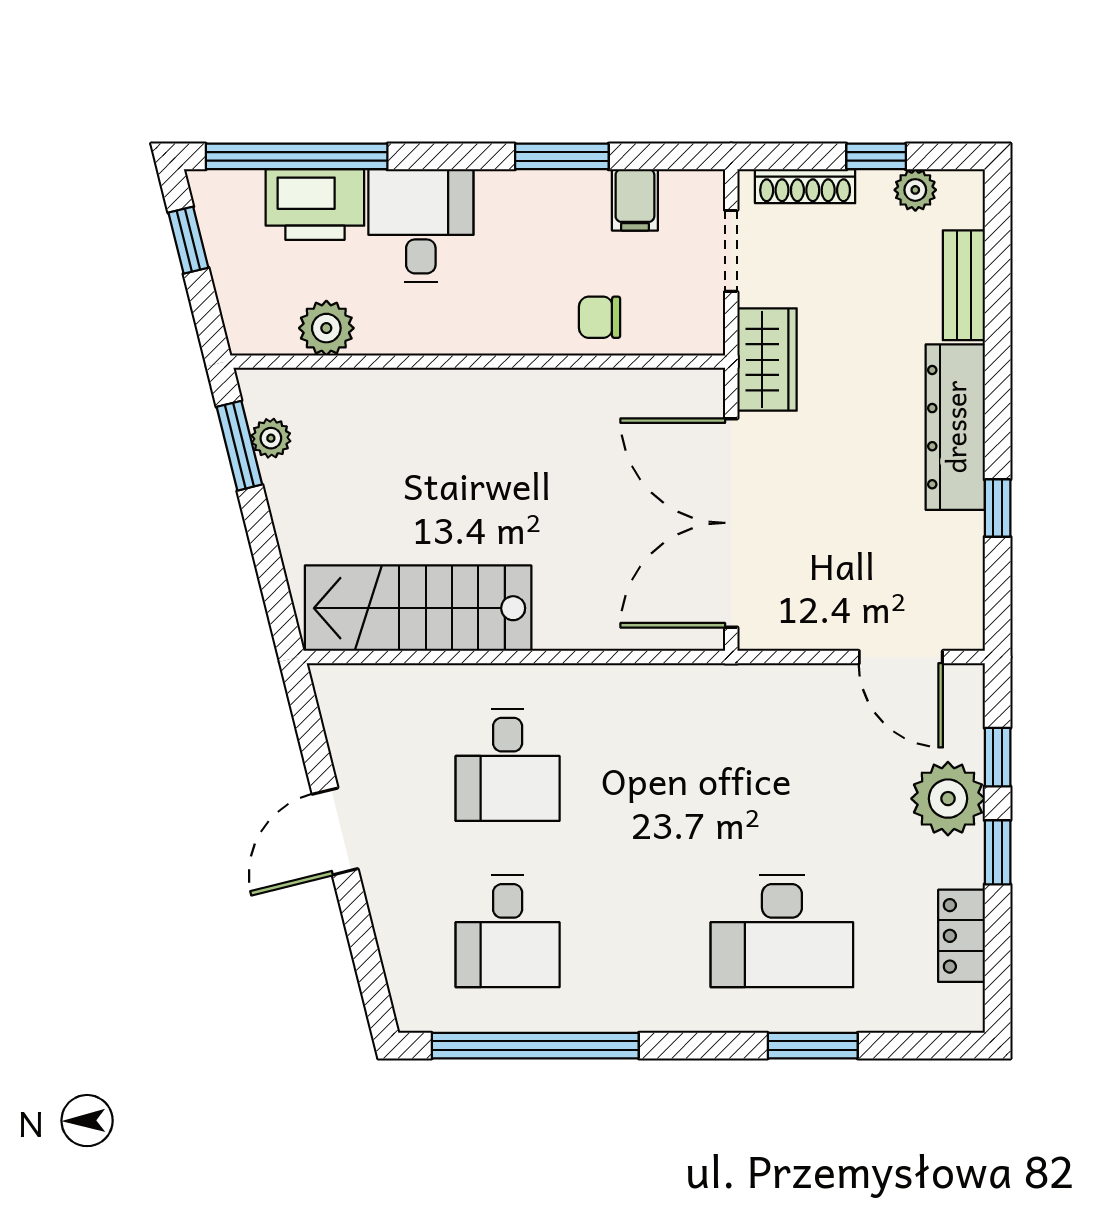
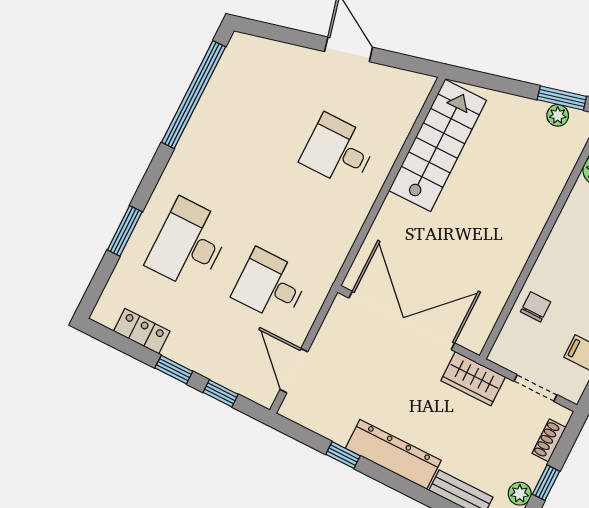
shoe rack: (805, 186) -> (549, 440), width x0.70
door: (901, 657) -> (294, 371), hinge flipped
plant: (948, 799) -> (213, 359), removed
desk: (508, 931) -> (270, 285), moved

